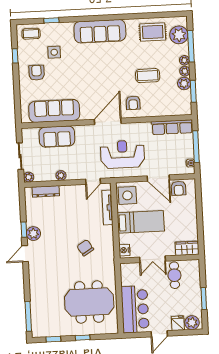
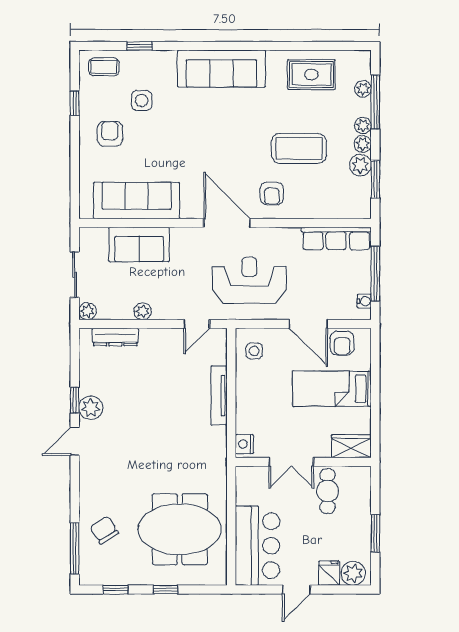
plant: (179, 35) -> (363, 89), width x0.53, depth x0.53
coffee table: (148, 76) -> (299, 148), width x1.36, depth x1.32
door: (108, 121) -> (227, 223), hinge flipped
side table: (127, 195) -> (254, 351), width x0.54, depth x0.54
tv unit: (107, 207) -> (219, 396), moved
bed: (141, 222) -> (332, 389), moved, turned 180
chair: (85, 248) -> (104, 530), moved

